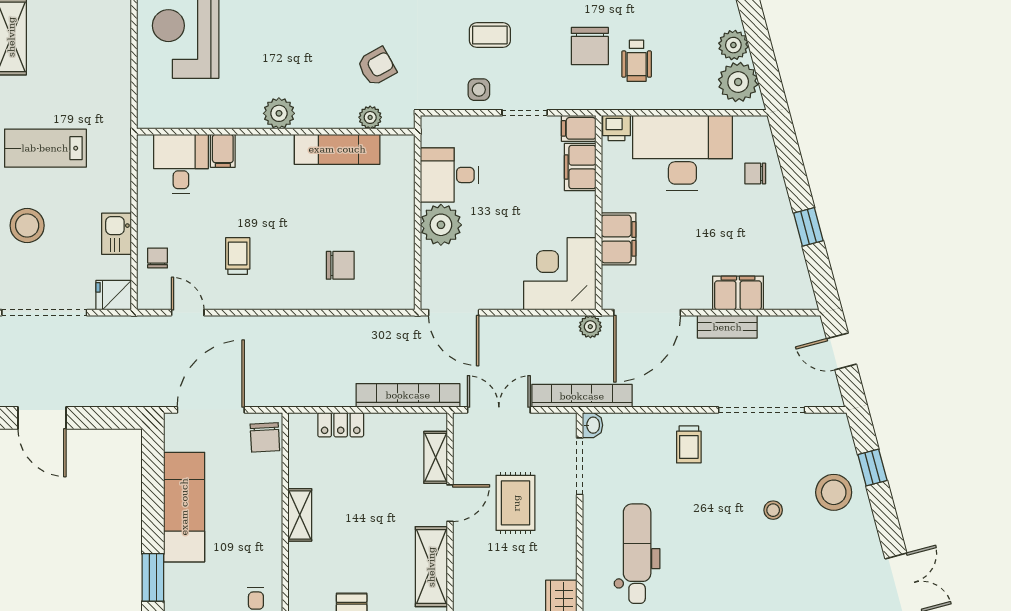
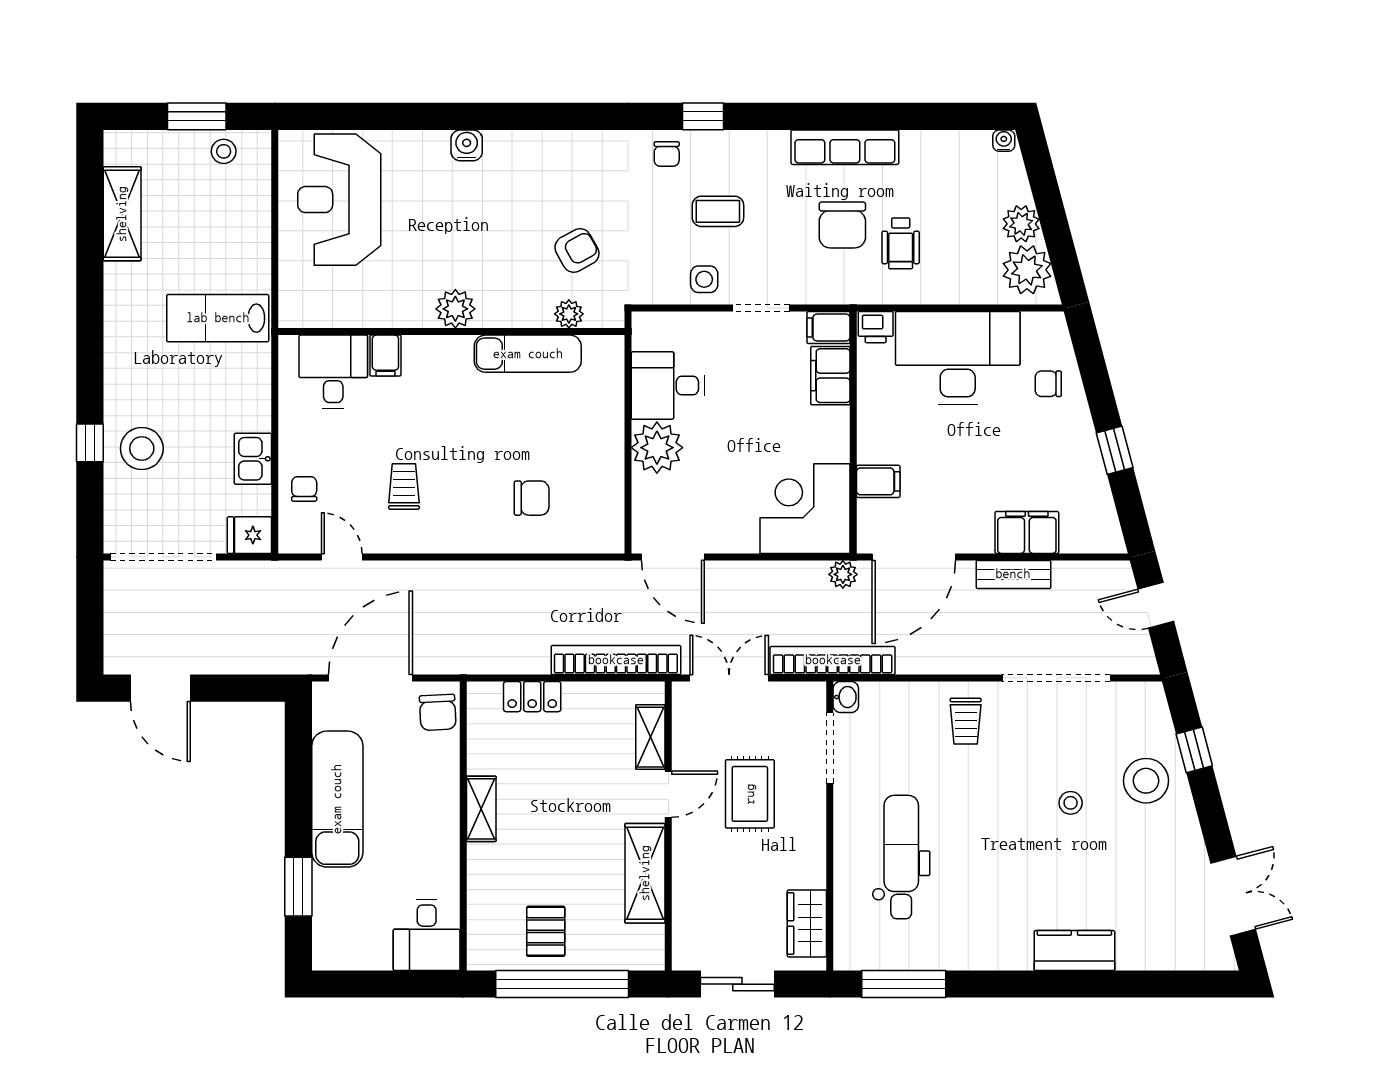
lab bench: (45, 148) -> (218, 318), moved
filing cabinet: (619, 239) -> (878, 481), width x0.50

